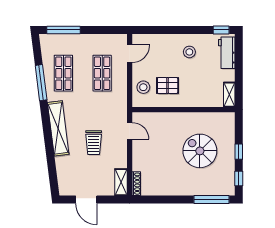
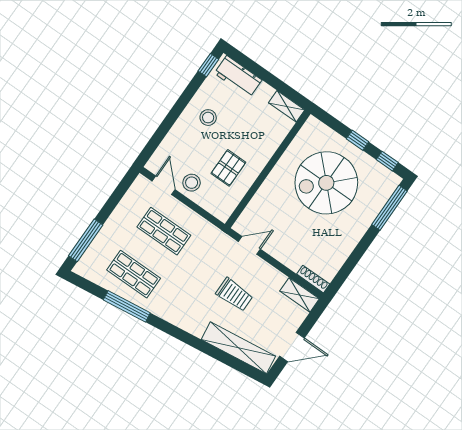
stool: (143, 87) -> (192, 183), moved
shelving: (58, 128) -> (238, 348), moved
spiral stairs: (200, 151) -> (326, 183), width x1.37, depth x1.37

